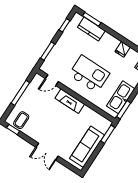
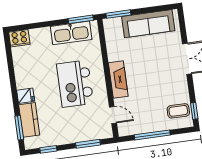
fridge: (123, 49) -> (26, 96), moved

